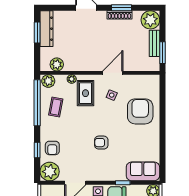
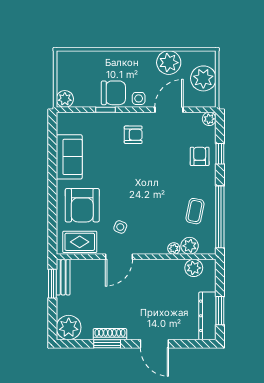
bench: (154, 43) -> (63, 277), moved
plant: (48, 81) -> (190, 246), moved
rug: (86, 93) -> (80, 242), moved, turned 90
armchair: (101, 143) -> (133, 135), moved
sofa: (143, 171) -> (69, 157), moved, turned -90
plant: (50, 172) -> (209, 119), width x0.53, depth x0.53

